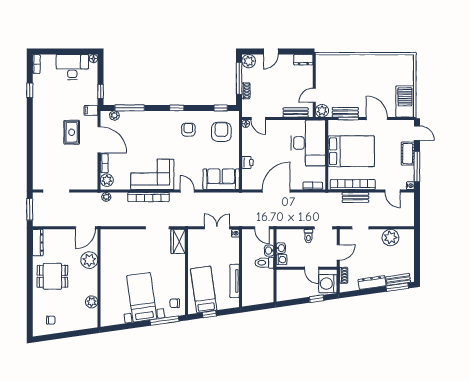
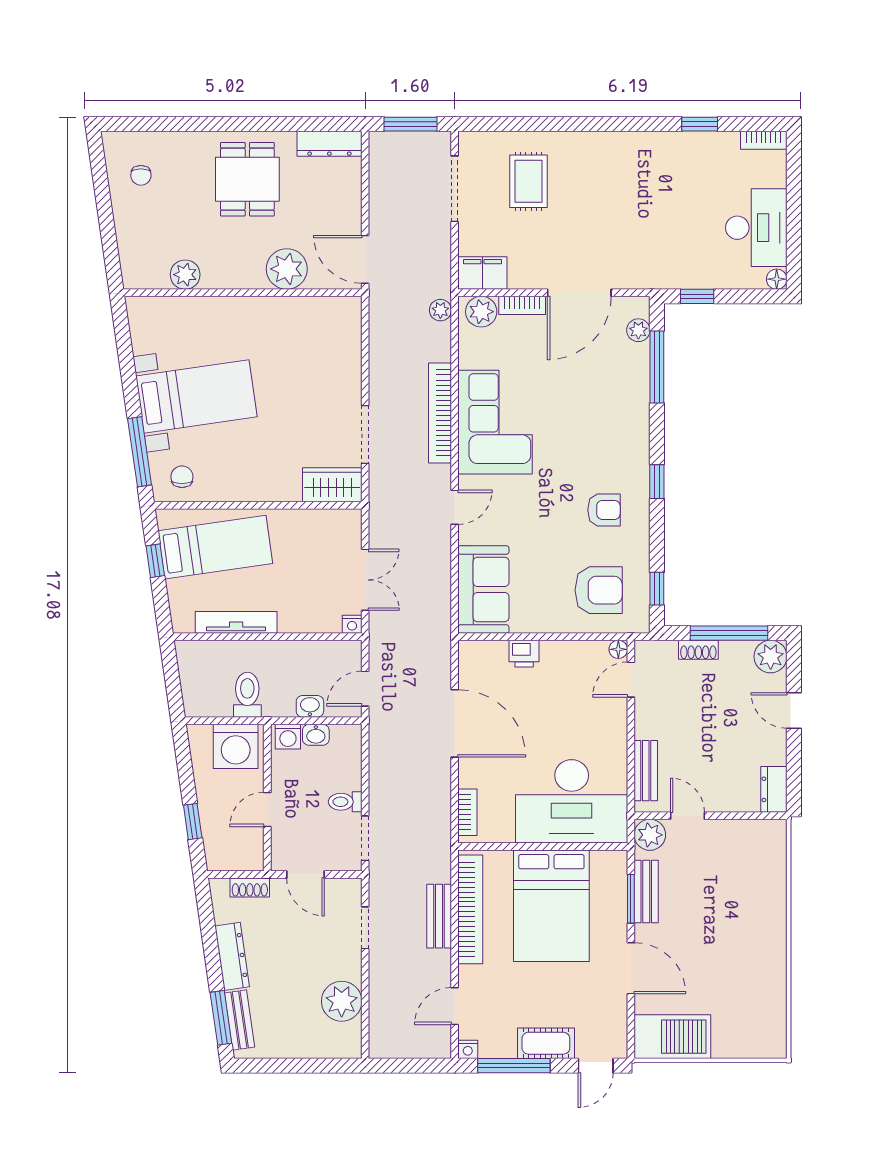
filing cabinet: (91, 110) -> (482, 273), moved, width x2.00
door: (377, 119) -> (631, 968), hinge flipped
rug: (72, 132) -> (529, 181), moved, turned 90
toilet: (264, 263) -> (247, 695), moved
washing machine: (328, 284) -> (236, 746), moved, turned 180

